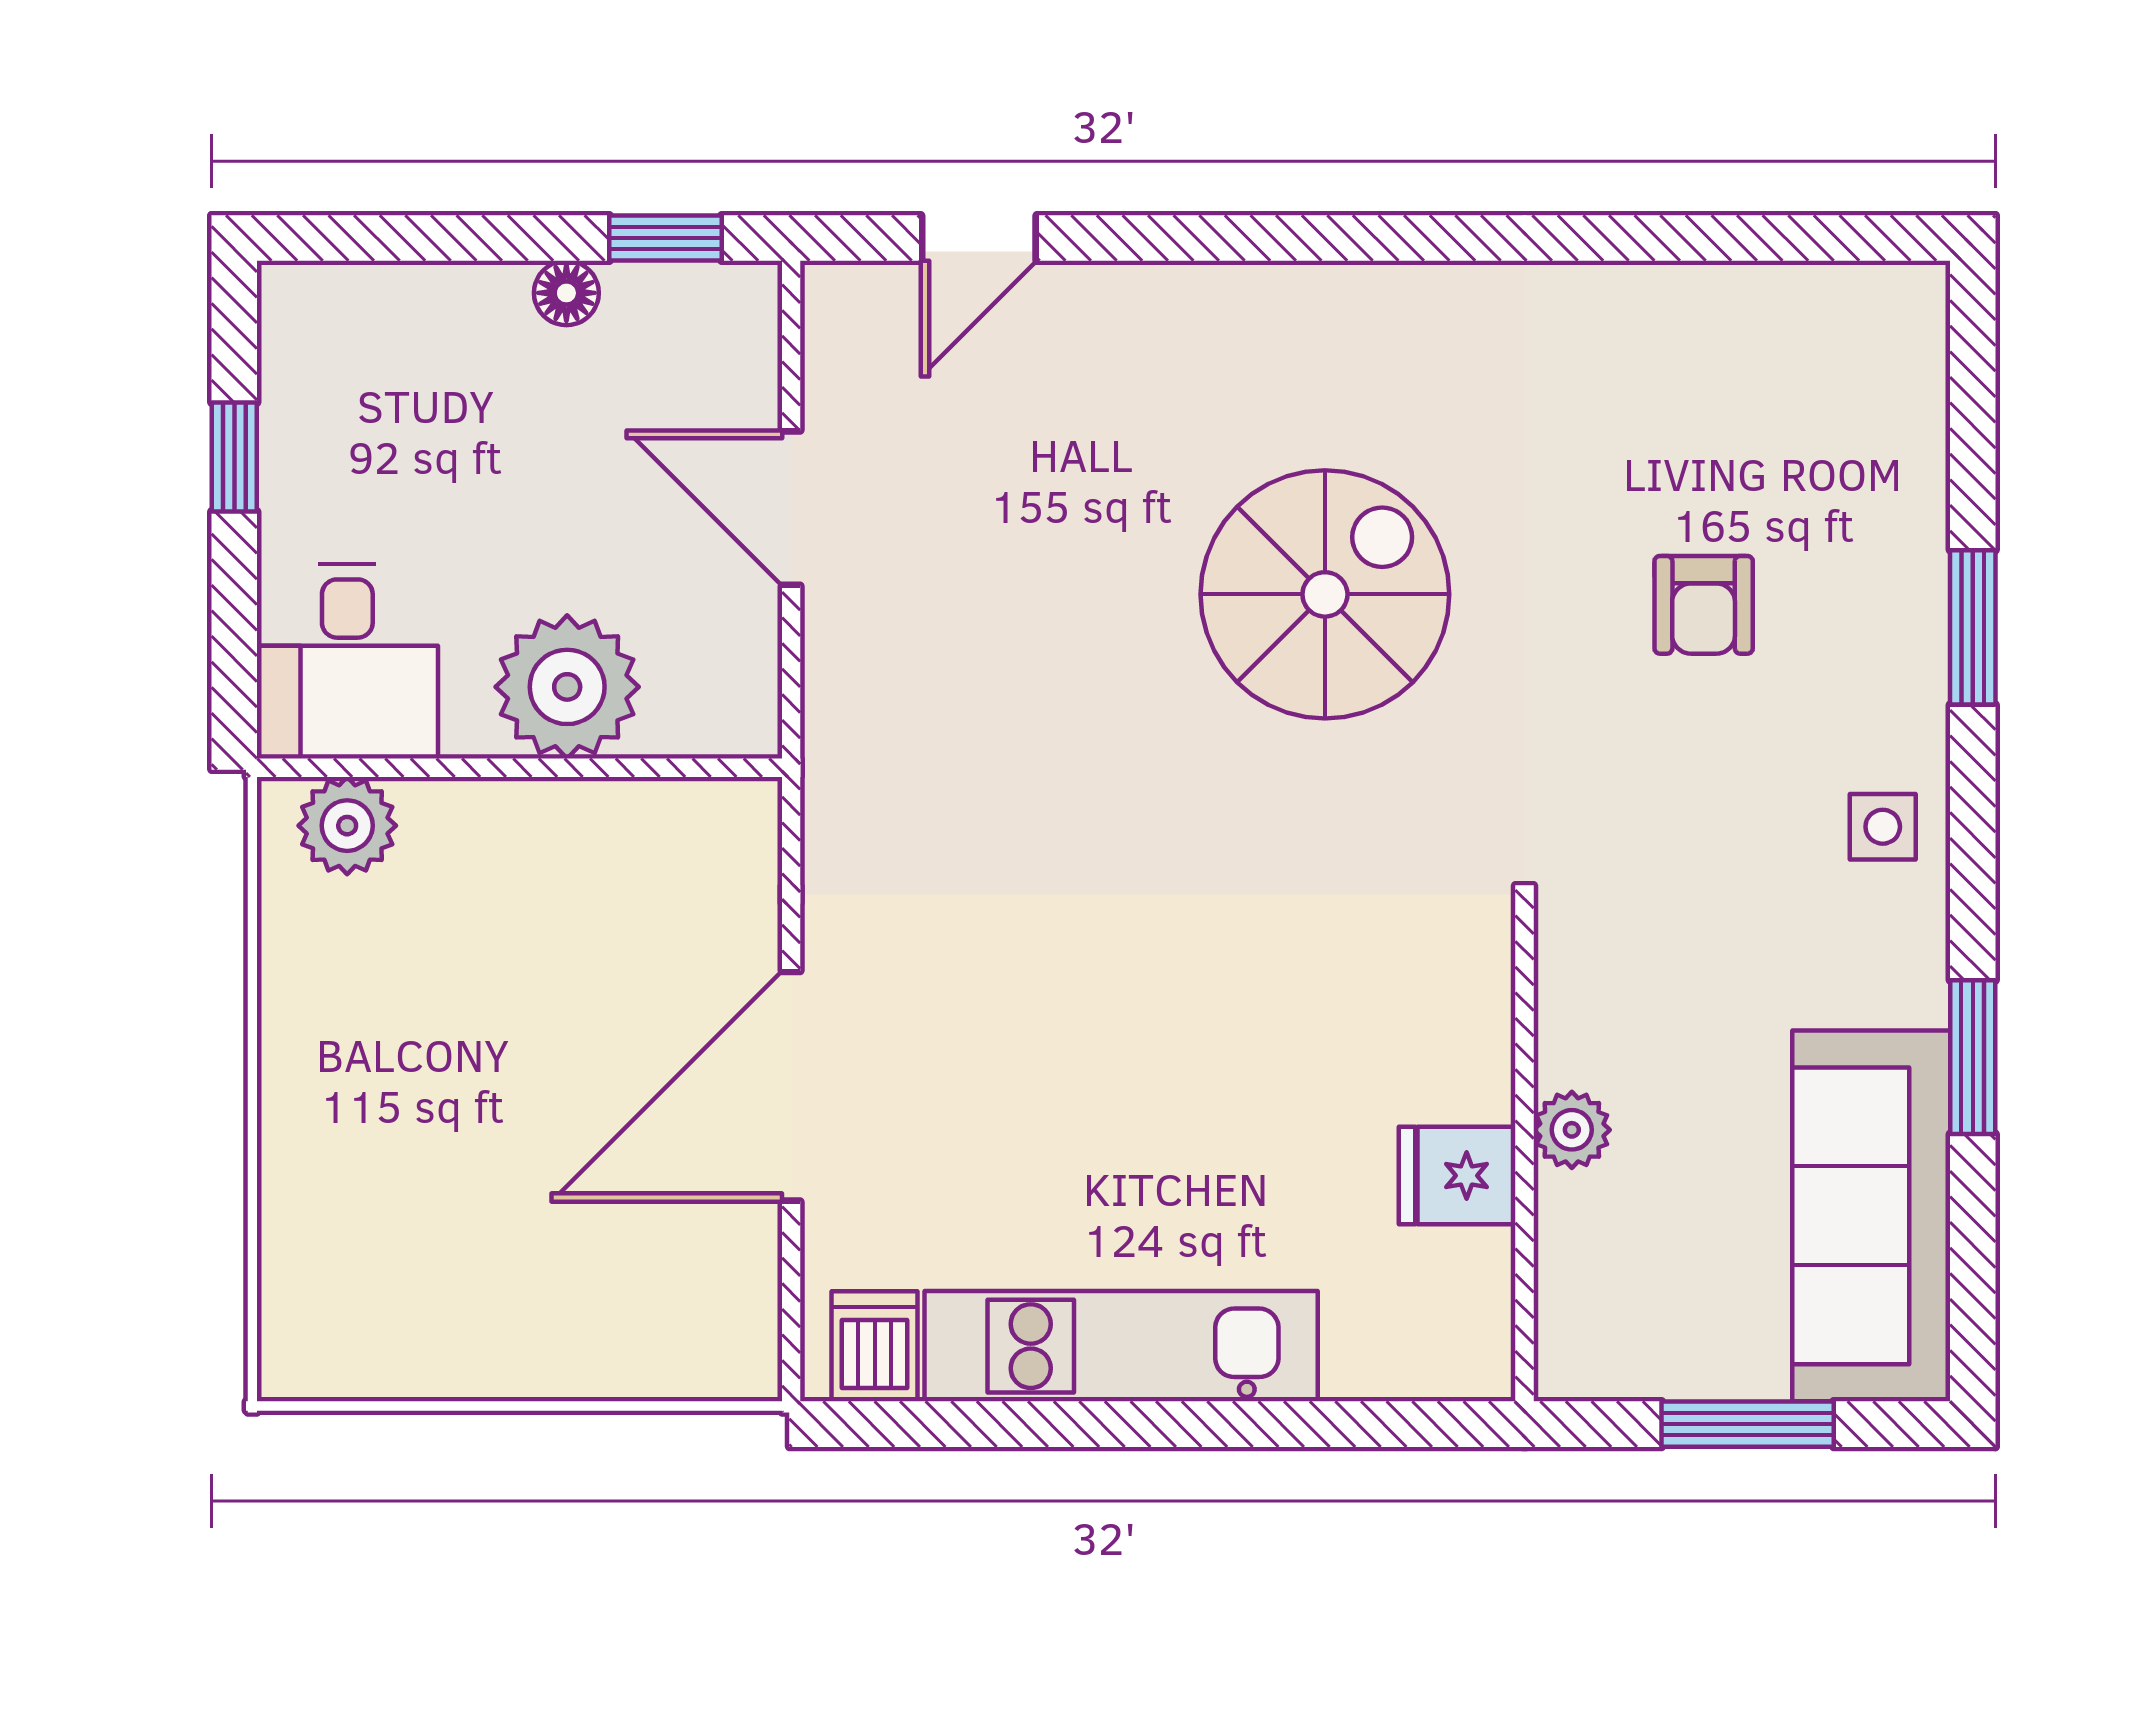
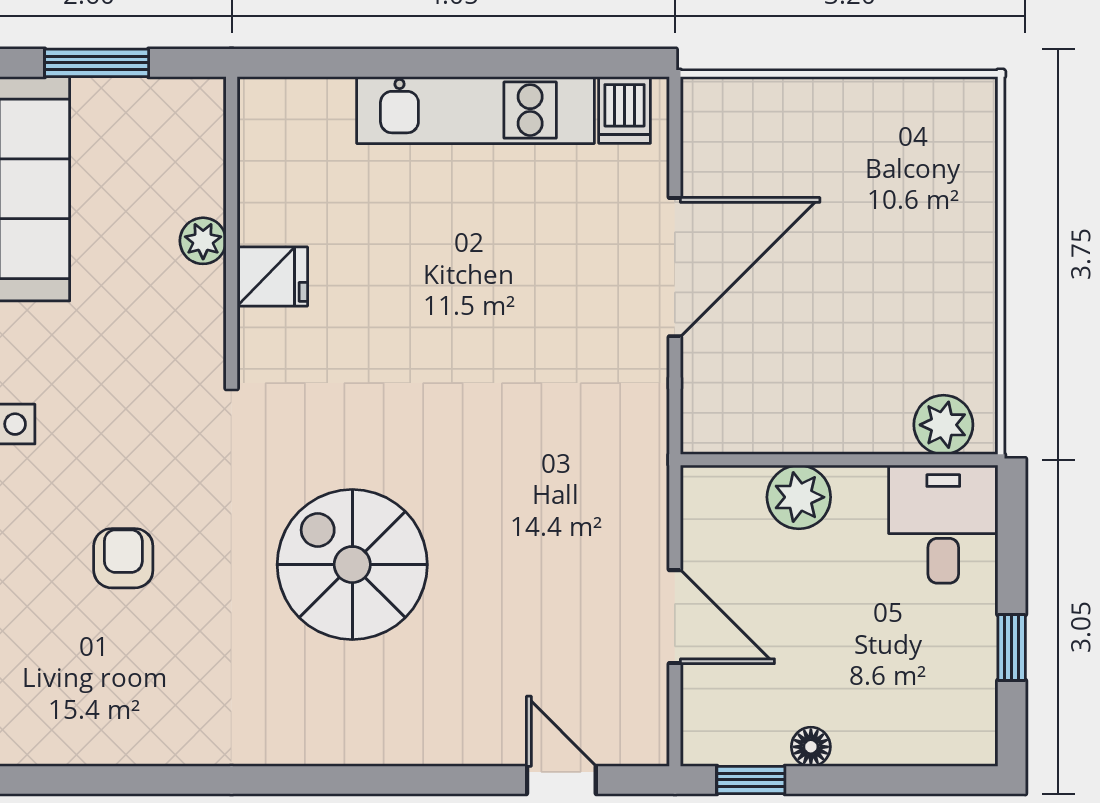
door: (979, 238) -> (561, 780), hinge flipped
spiral stairs: (1325, 594) -> (352, 565), turned 90
plant: (567, 687) -> (799, 497), width x0.73, depth x0.73
fridge: (1457, 1176) -> (272, 277), moved

